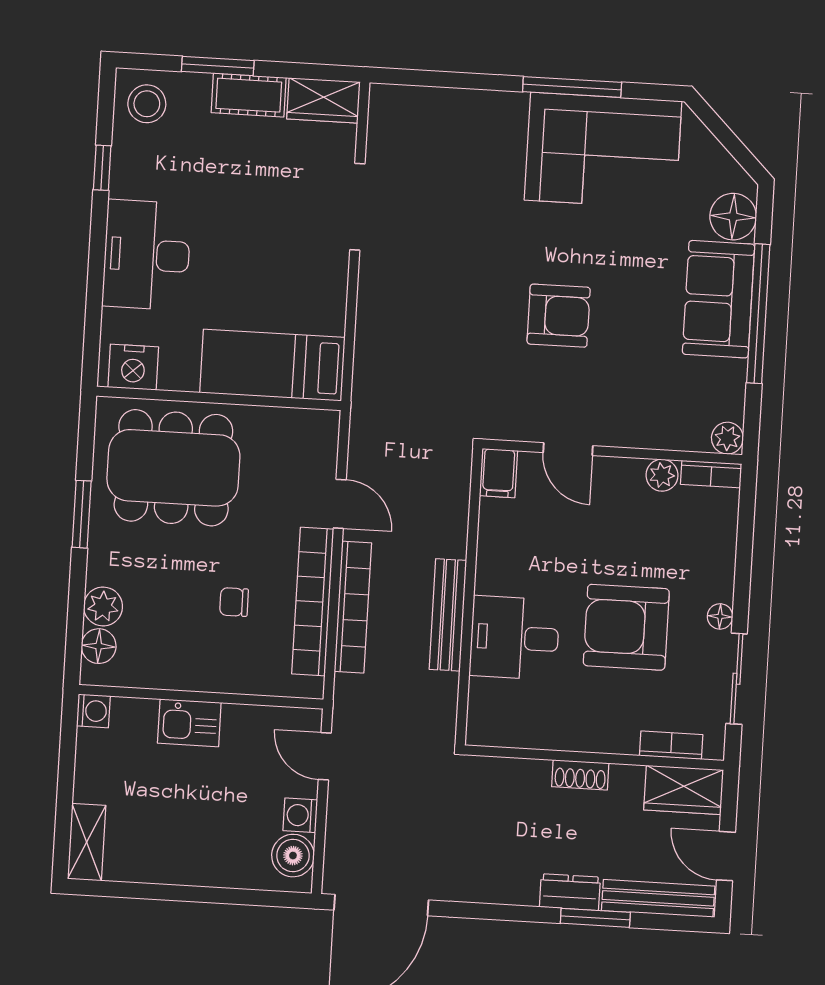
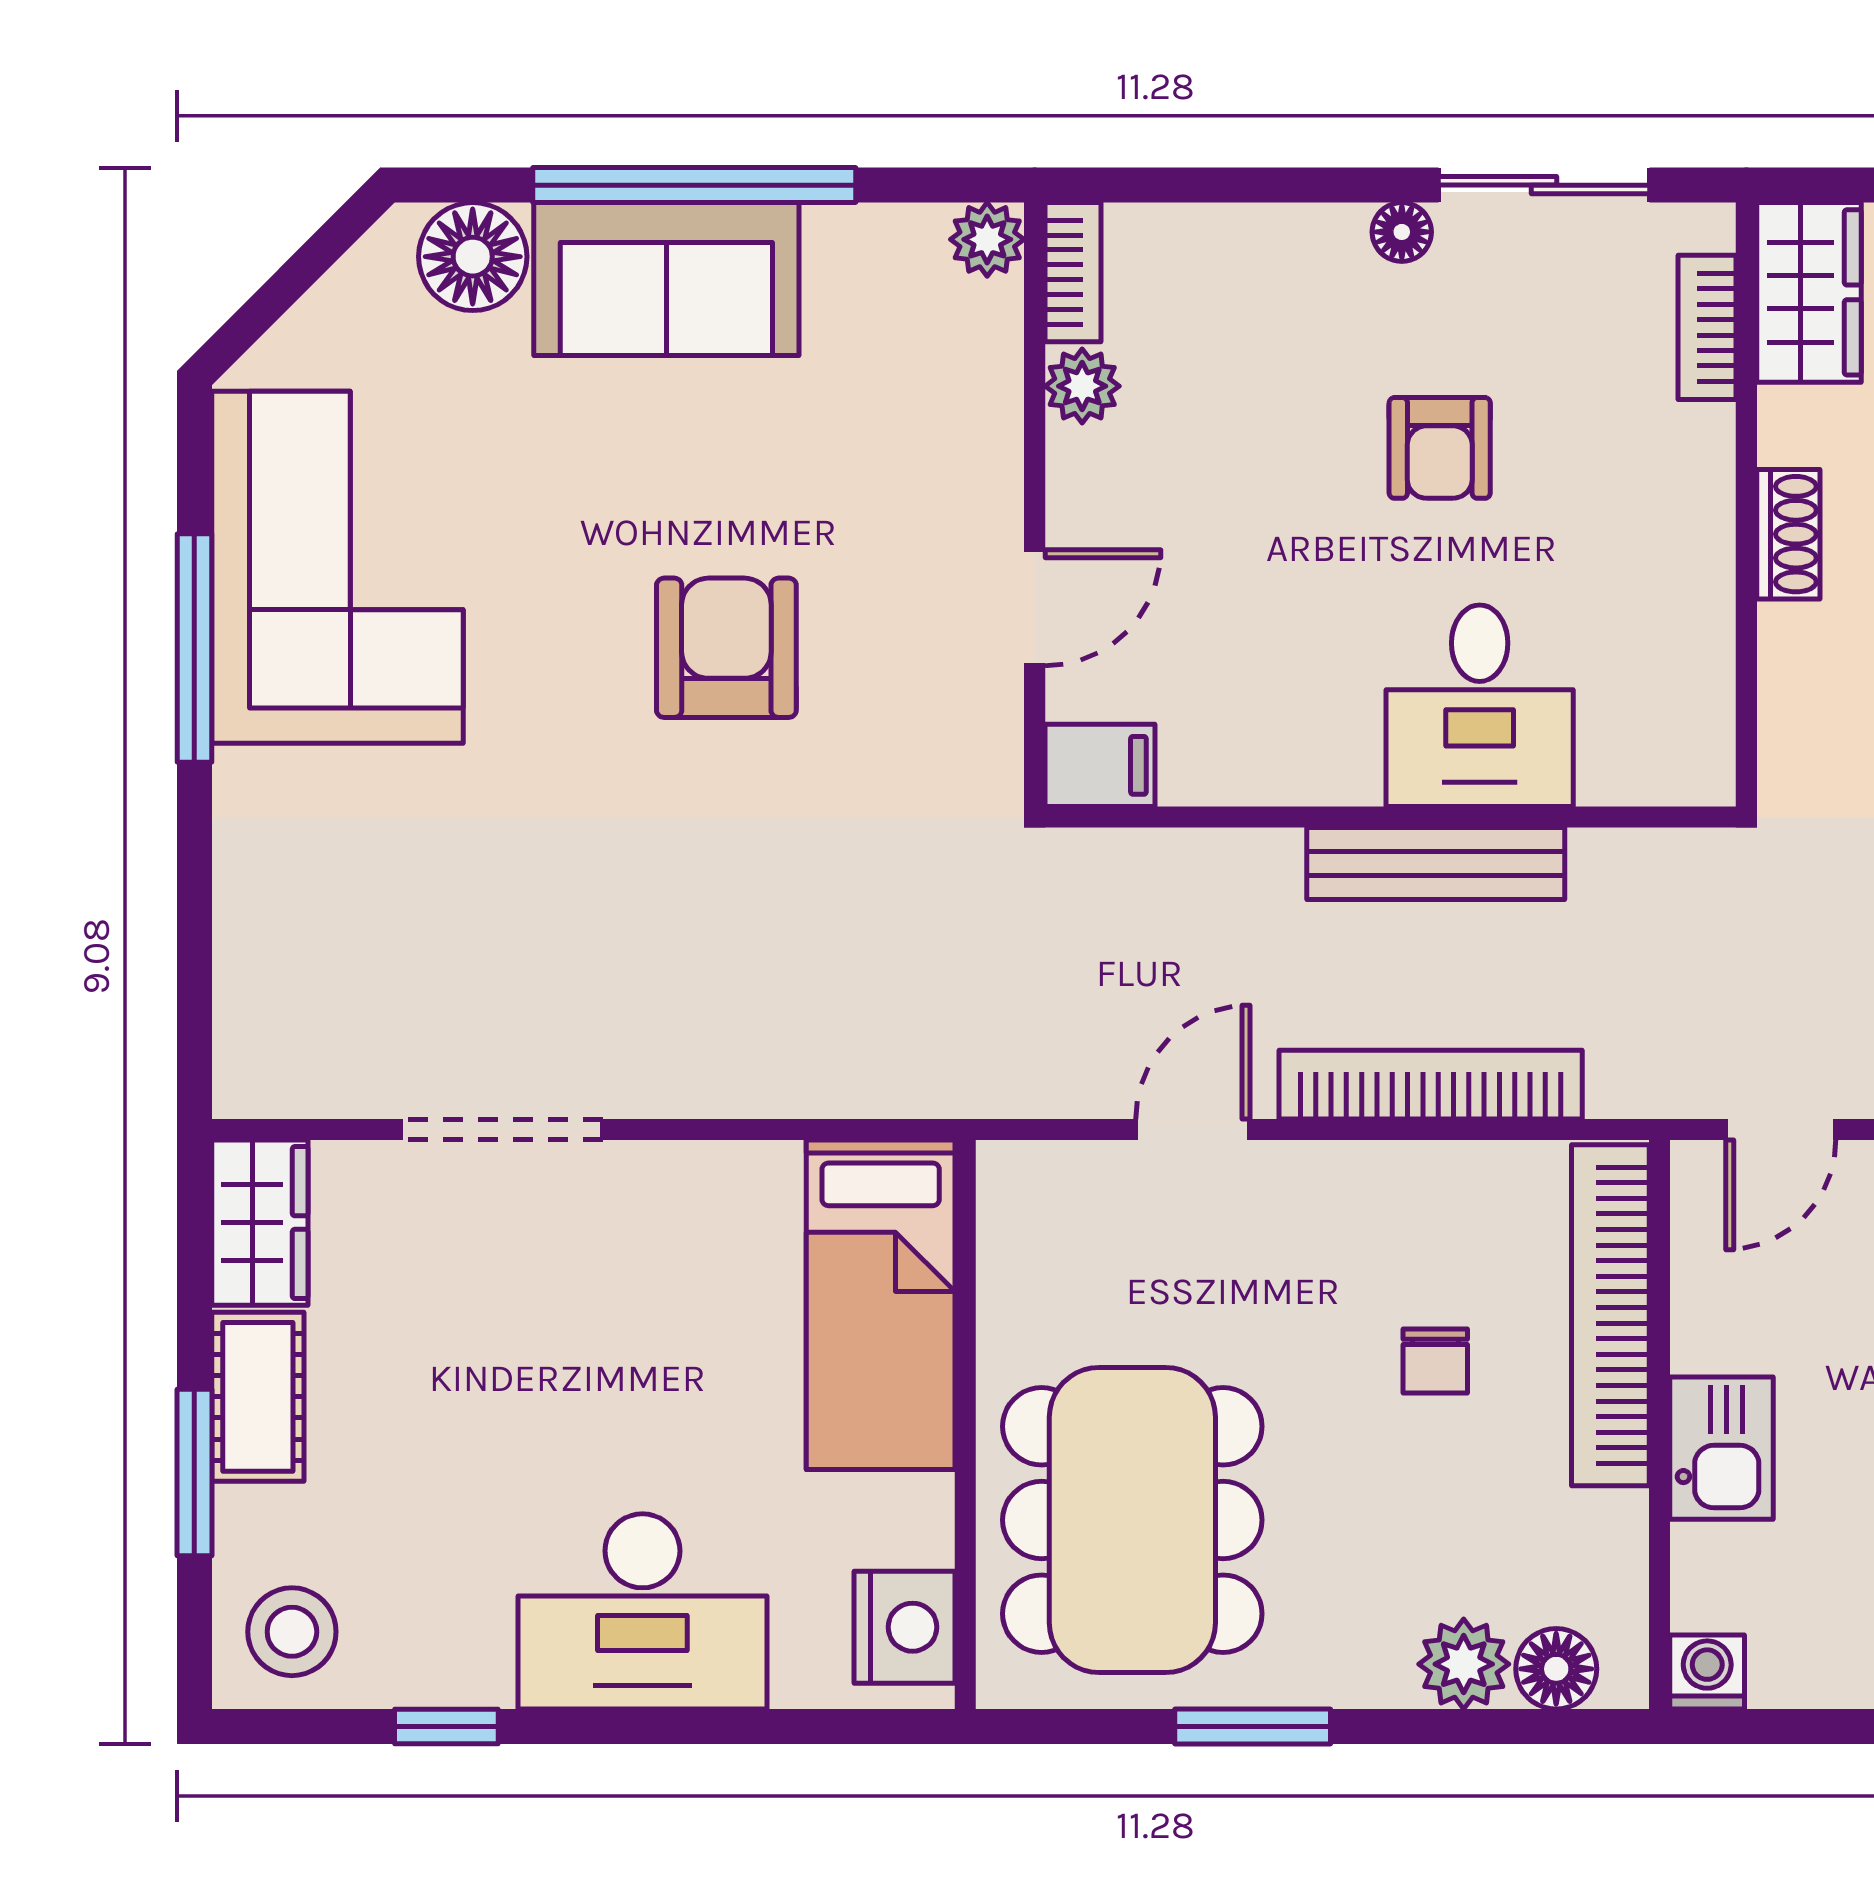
bookcase: (313, 602) -> (1610, 1315), moved, turned 90
armchair: (626, 627) -> (1440, 448), width x0.53, depth x0.53

